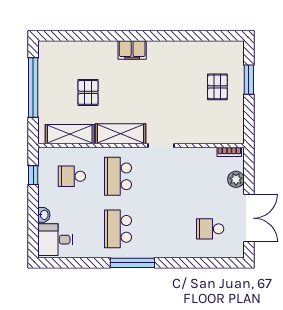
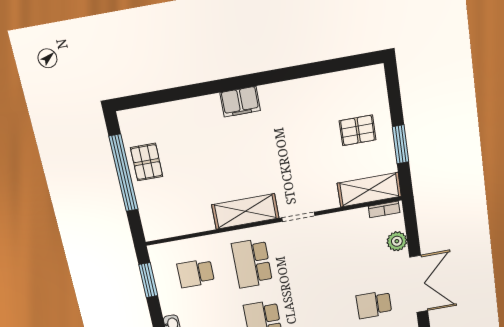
window: (249, 80) -> (401, 144), moved
pallet: (217, 87) -> (358, 130), turned 90
pallet: (88, 92) -> (147, 162), moved
shelving: (70, 134) -> (369, 190), moved
window: (33, 175) -> (148, 280), width x1.50

